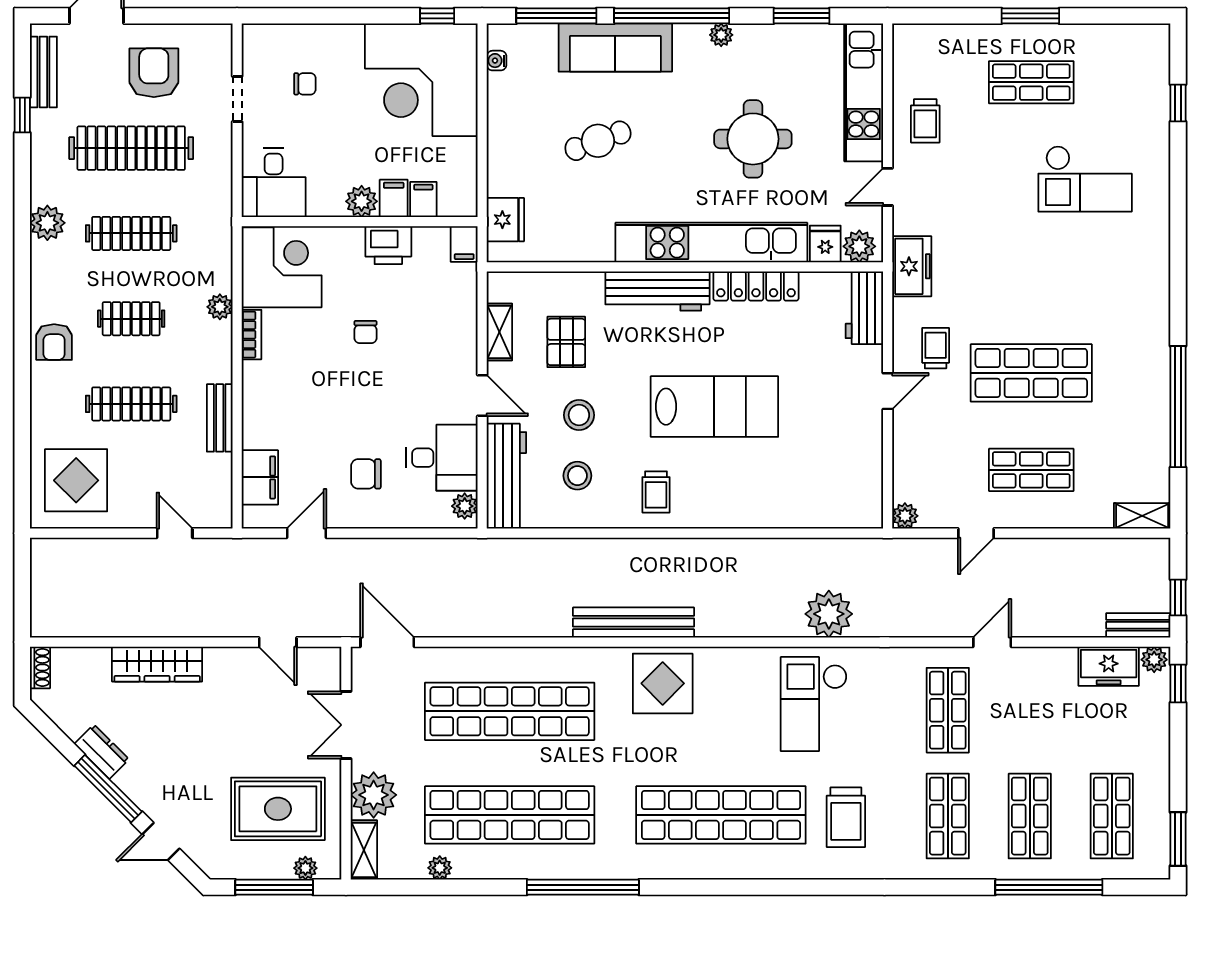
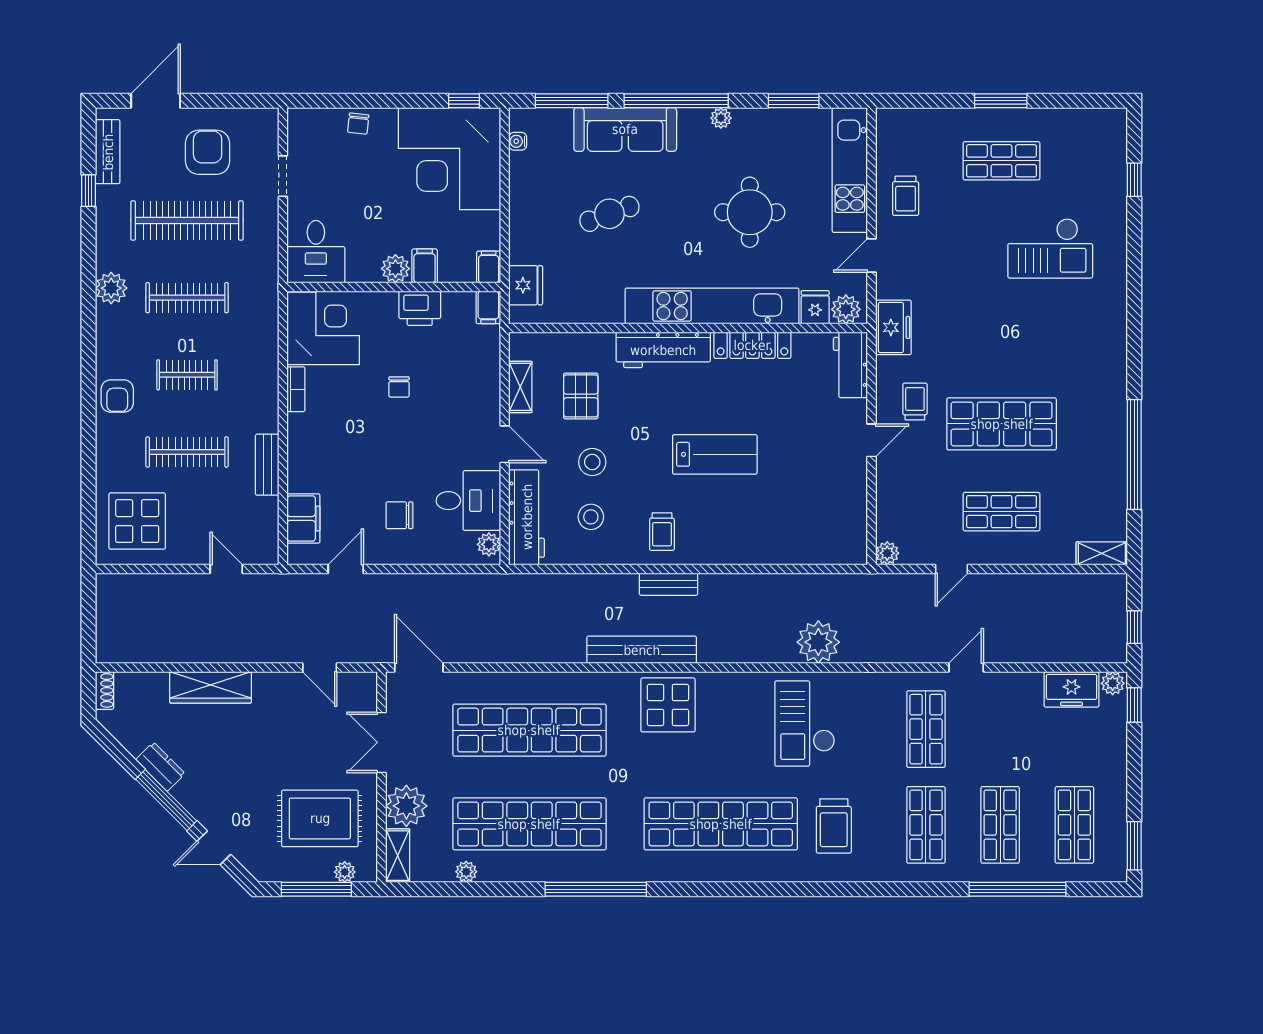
chair: (305, 84) -> (358, 124), moved, turned 96
filing cabinet: (423, 199) -> (489, 267), moved
plant: (220, 307) -> (267, 364), removed
lab bench: (714, 407) -> (715, 454), width x0.73, depth x0.72
bench: (1138, 625) -> (669, 584), moved

